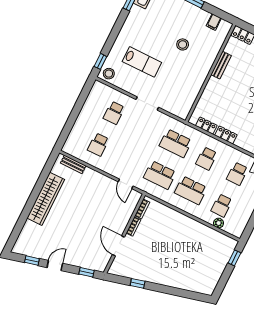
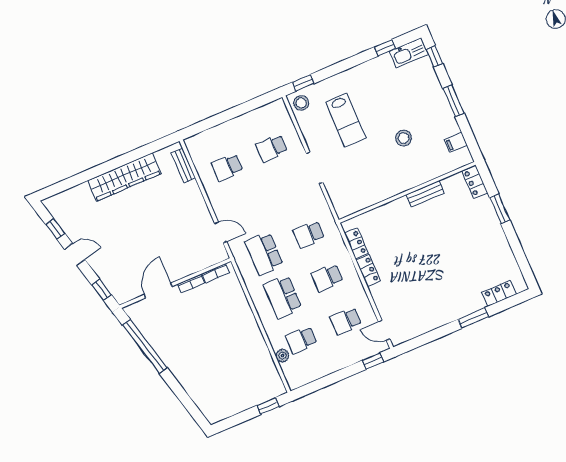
school desk: (176, 143) -> (309, 235), width x0.54
door: (126, 184) -> (221, 232), swing flipped
window: (138, 283) -> (145, 346), width x3.17

